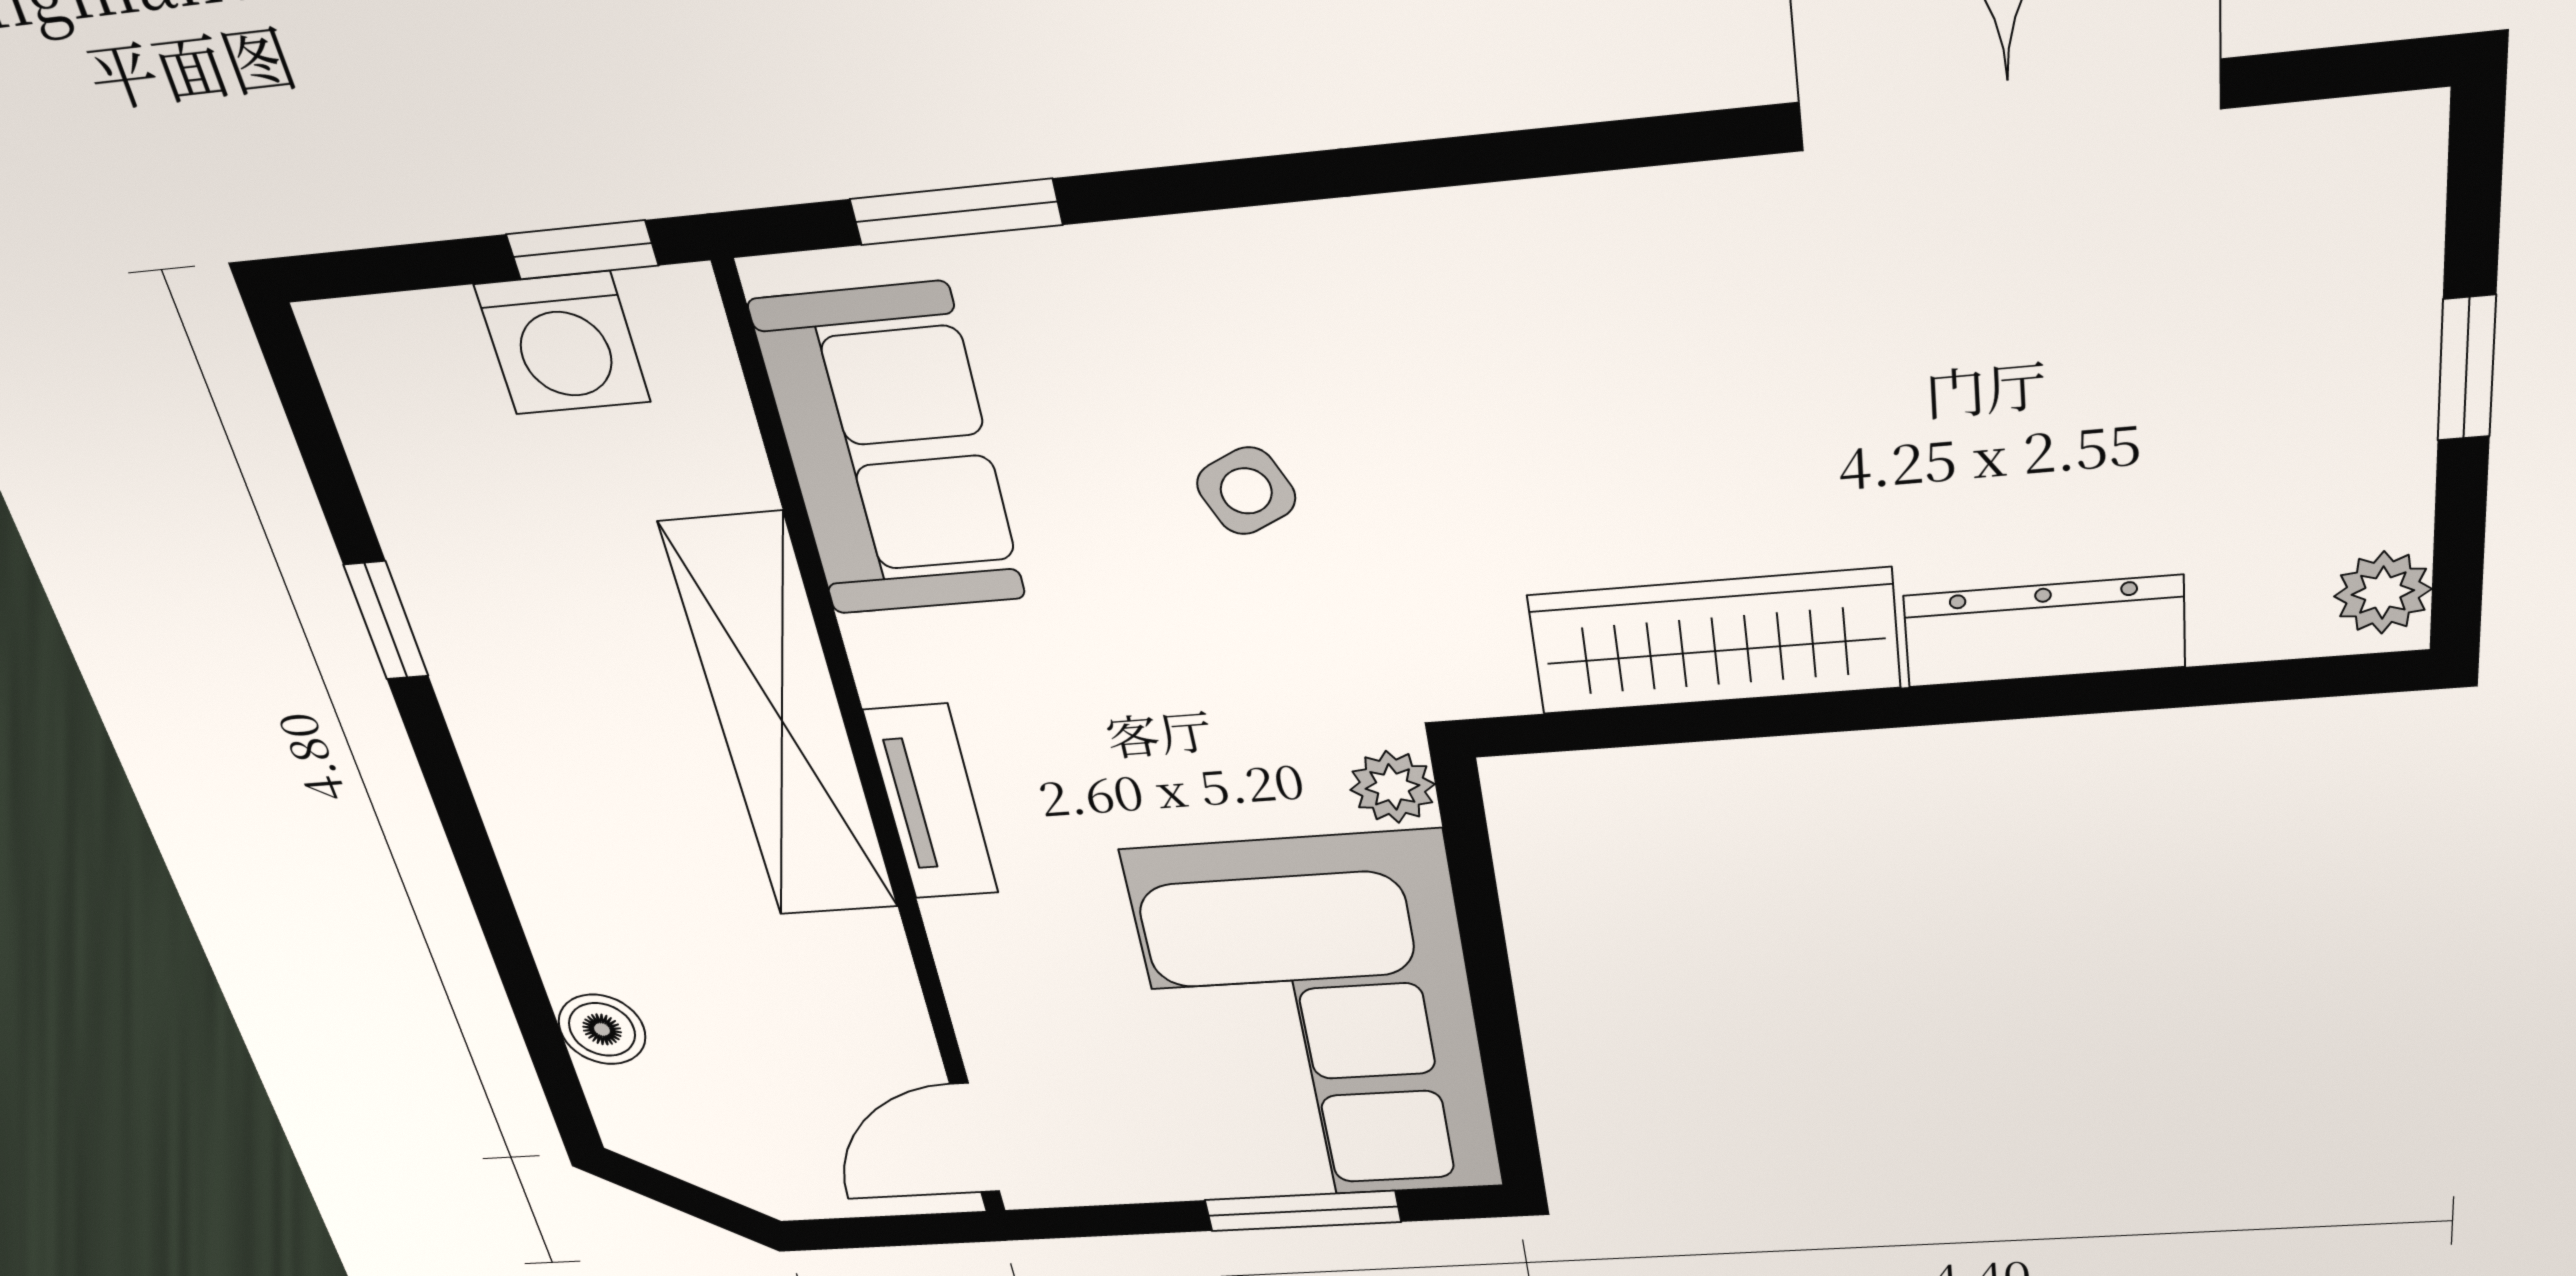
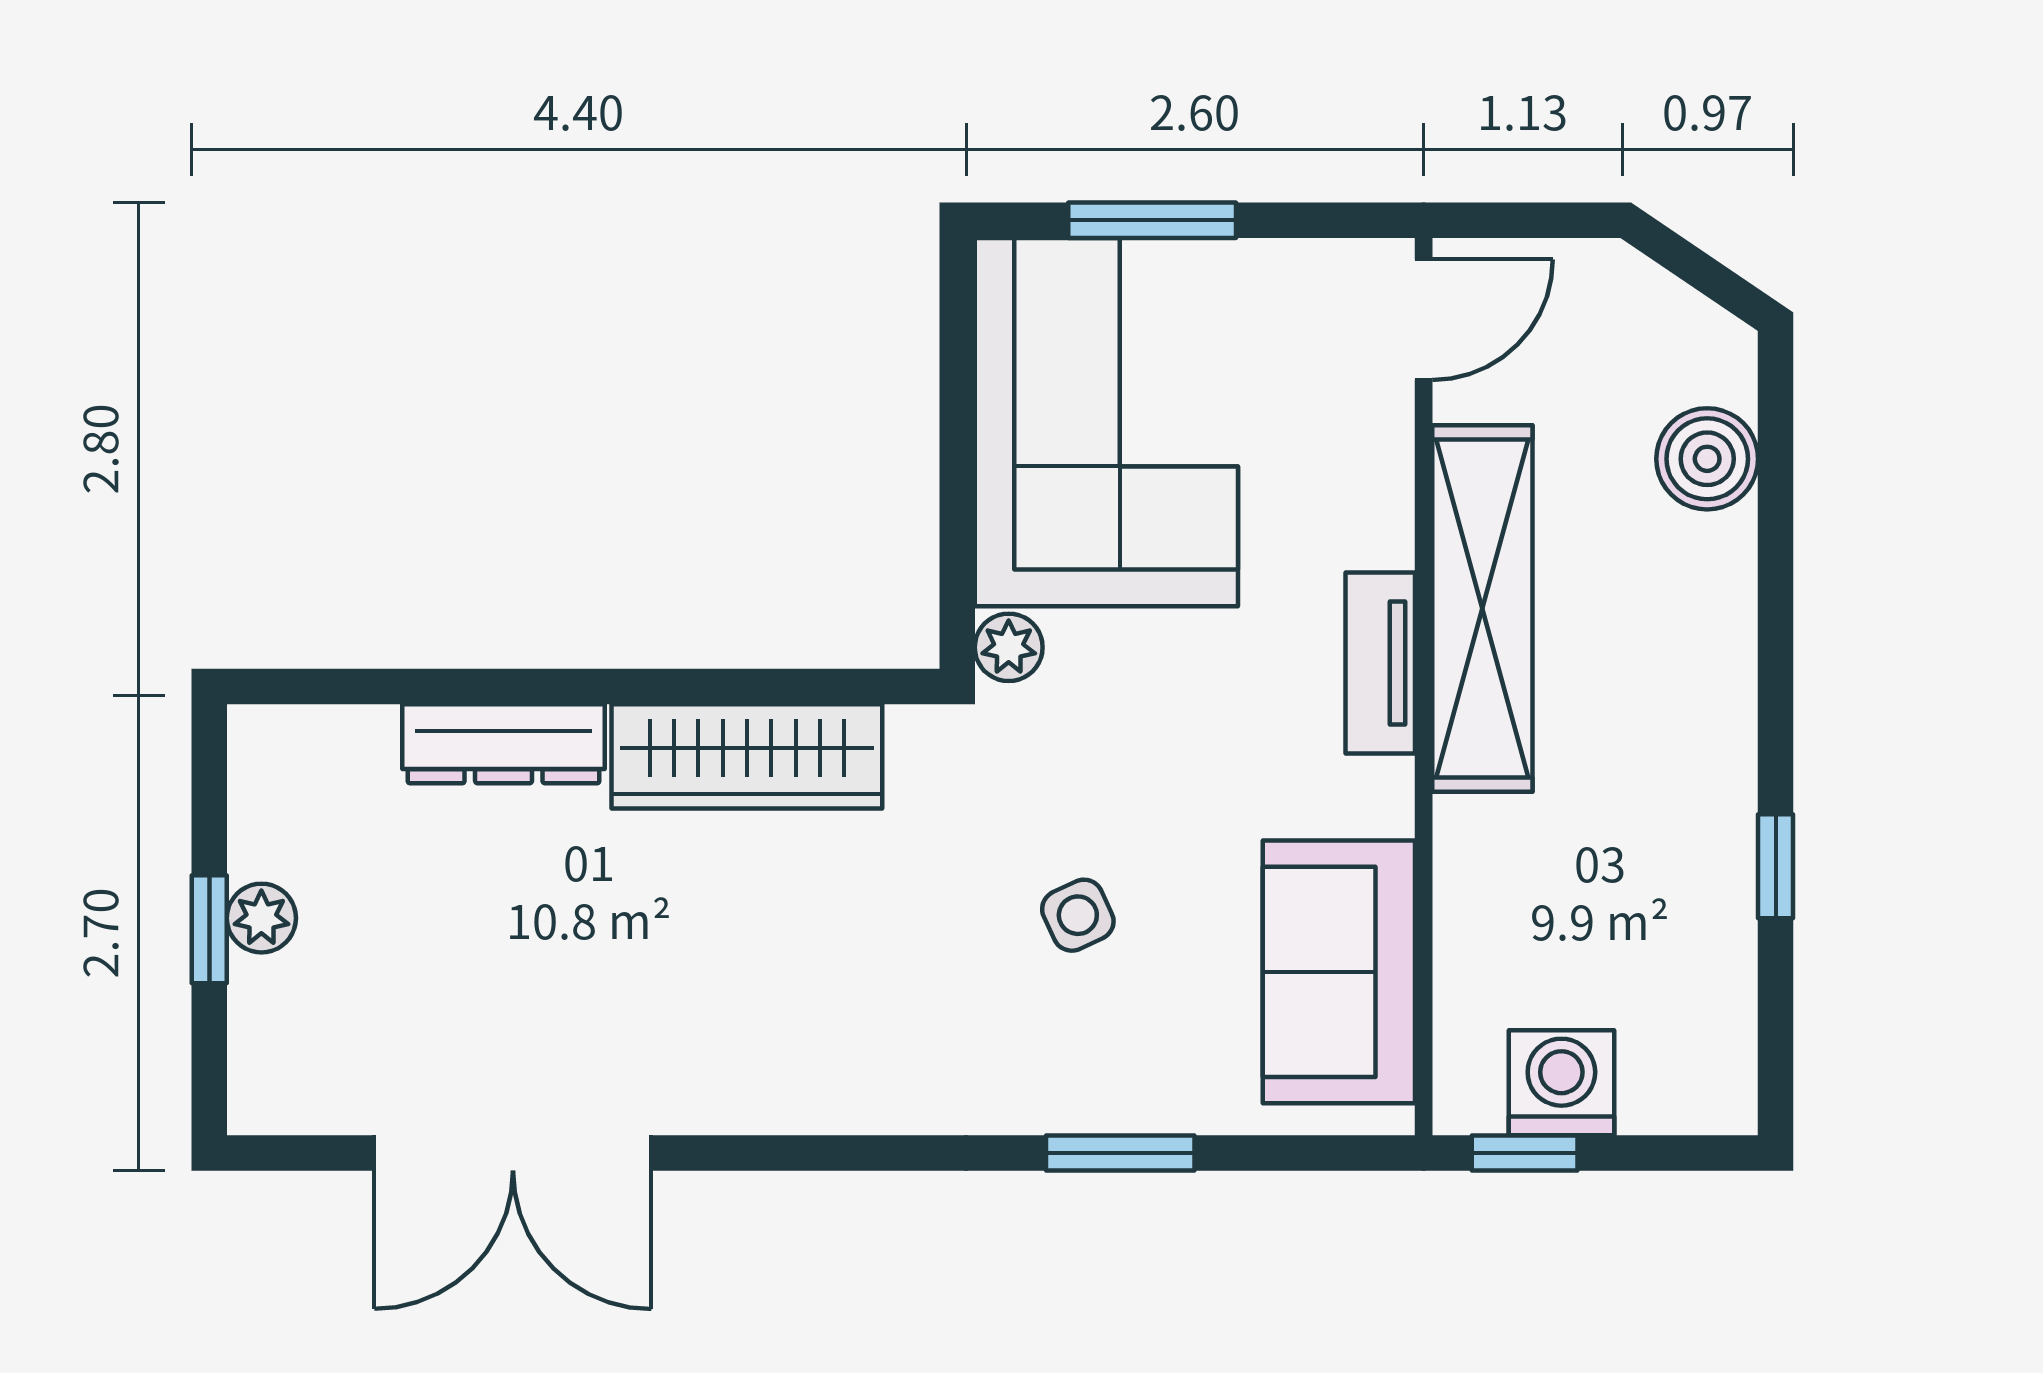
window: (956, 212) -> (1120, 1153), moved
plant: (2383, 593) -> (261, 918), moved
shelving: (782, 721) -> (1482, 608), moved
boiler: (602, 1029) -> (1707, 459), width x1.36, depth x1.36

